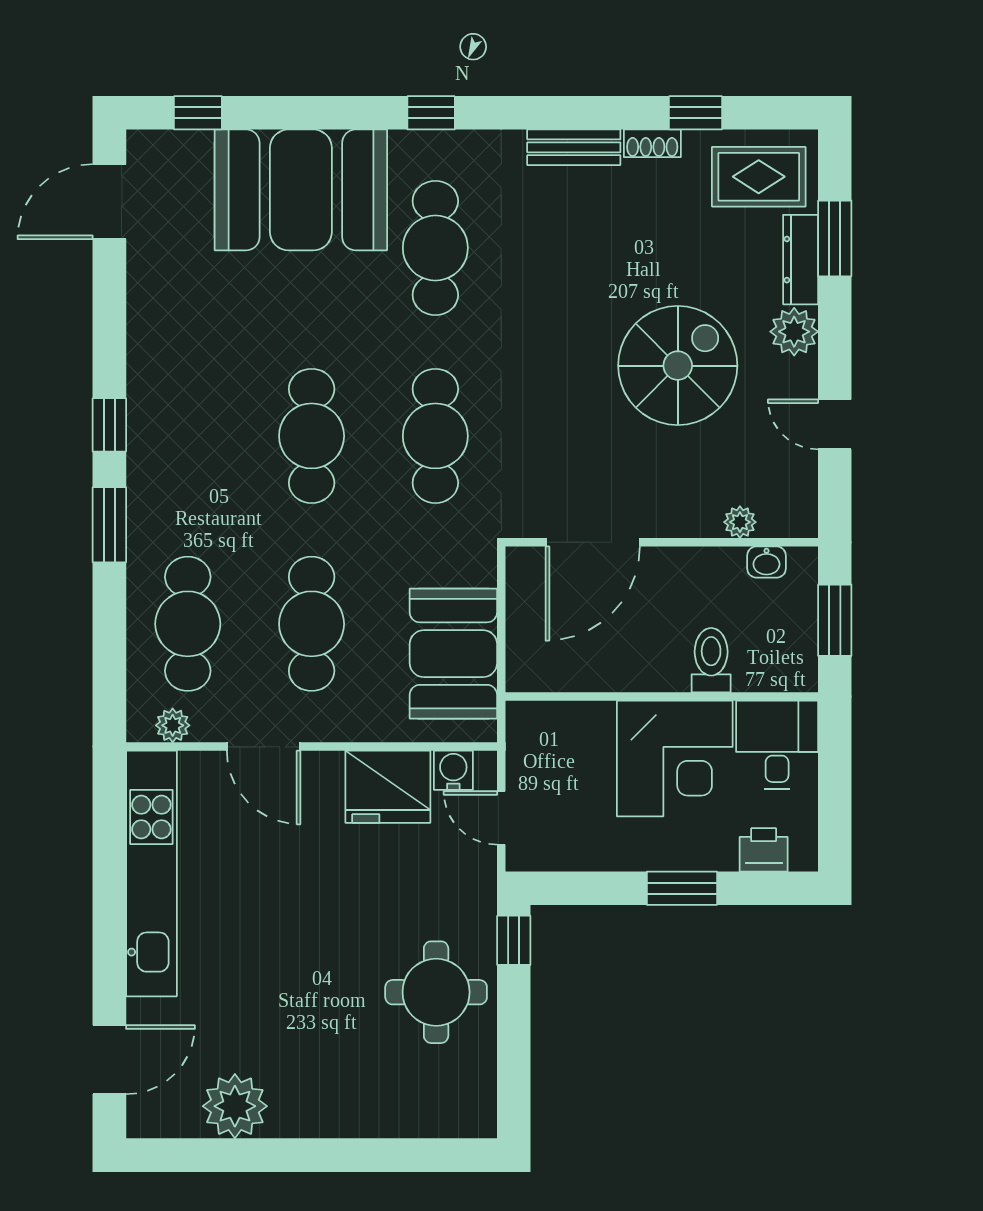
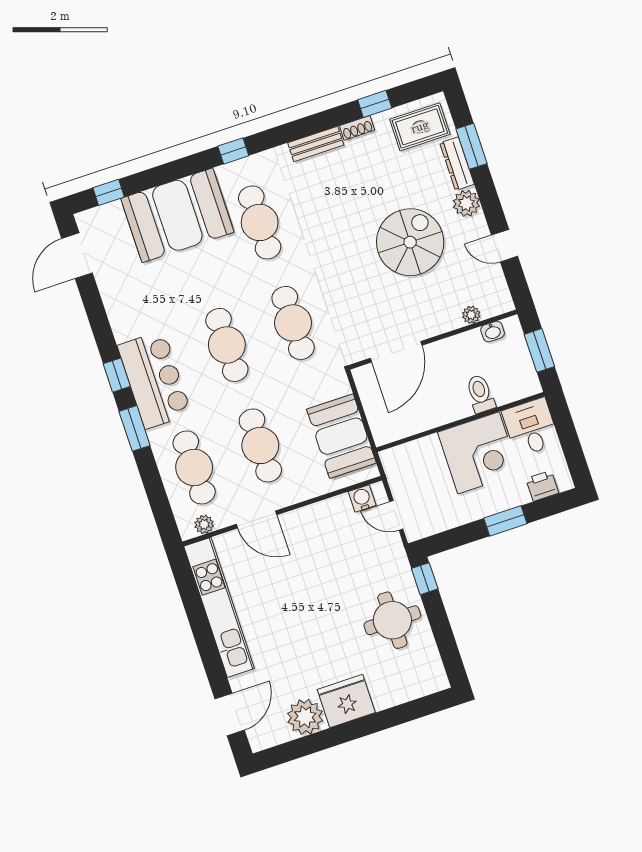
bar counter: (170, 454) -> (154, 380), added
fridge: (388, 787) -> (346, 701), moved, turned 180

